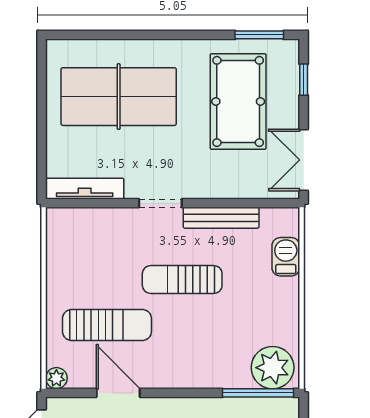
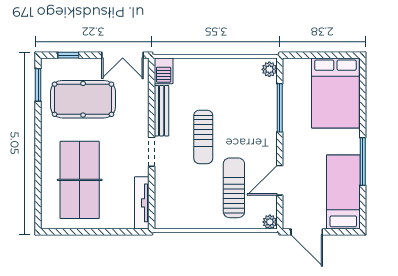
barbecue: (286, 257) -> (164, 71), moved, turned -90
plant: (273, 368) -> (269, 69), width x0.53, depth x0.53
window: (258, 393) -> (280, 108), moved

